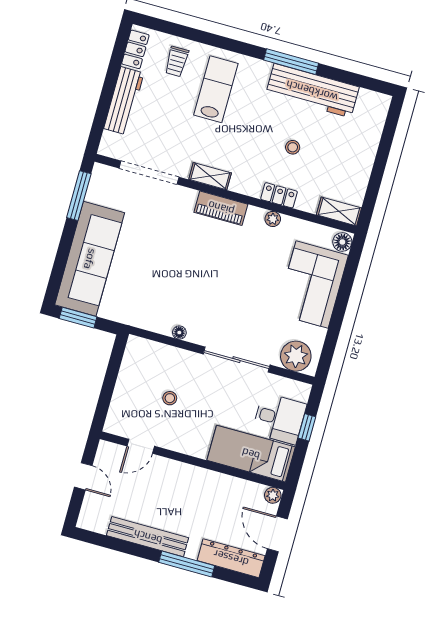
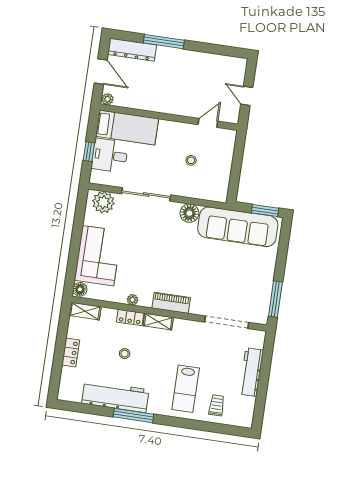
locker: (135, 49) -> (71, 352), moved, turned 180
shelving: (210, 176) -> (158, 322), moved
sofa: (90, 259) -> (238, 227), moved, turned -90
floor lamp: (179, 333) -> (189, 213), width x1.89, depth x1.89
bench: (148, 537) -> (195, 58), removed

